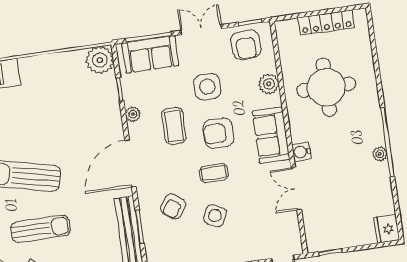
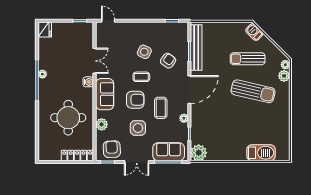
locker: (326, 23) -> (77, 156), moved

